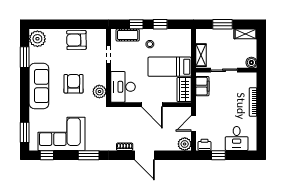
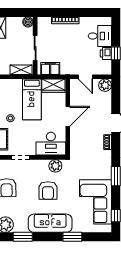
armchair: (74, 84) -> (48, 190), turned -90
window: (25, 132) -> (72, 237), moved
printer: (204, 145) -> (106, 54), moved

